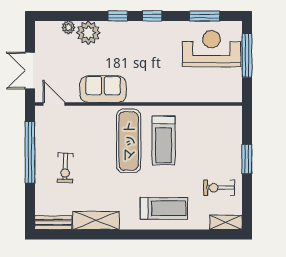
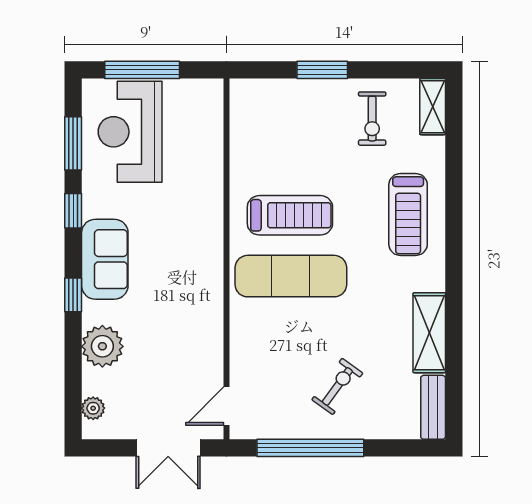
window: (152, 16) -> (73, 211), moved
plant: (69, 27) -> (93, 408), moved
sofa: (103, 89) -> (105, 259), moved, turned 180
exercise bike: (65, 168) -> (337, 386), turned -56
treadmill: (164, 208) -> (408, 214), turned 180

